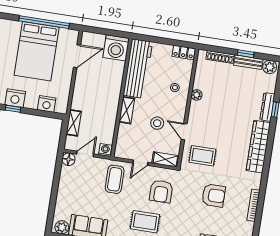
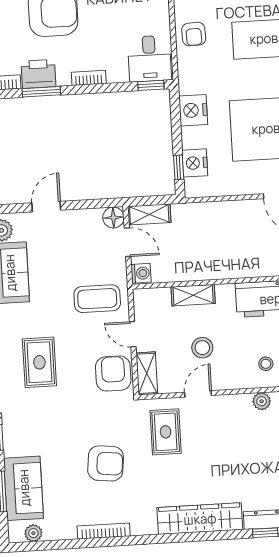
window: (13, 109) -> (179, 167), moved
shelving: (127, 110) -> (193, 295), moved
shelving: (74, 123) -> (149, 214), moved
armchair: (161, 191) -> (113, 374), moved, turned 90
armchair: (213, 195) -> (106, 463), turned -84
door: (53, 198) -> (46, 207), added

